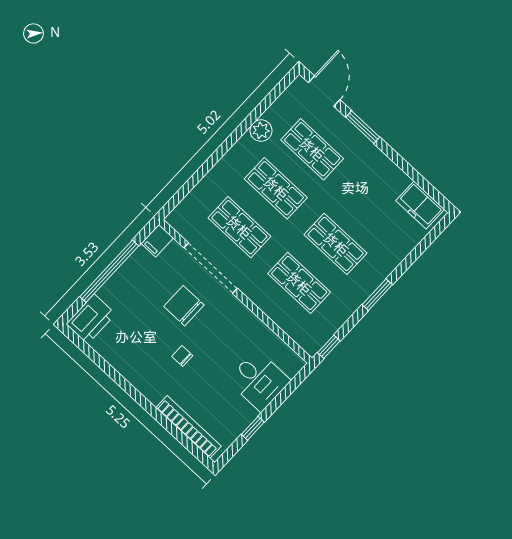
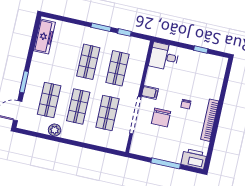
freezer: (420, 205) -> (44, 37), width x1.40
filing cabinet: (157, 241) -> (150, 93), moved
window: (109, 271) -> (166, 163), width x0.68
window: (329, 347) -> (124, 32), moved
desk: (259, 380) -> (164, 57), moved, turned -90
bookcase: (188, 427) -> (210, 120), moved

